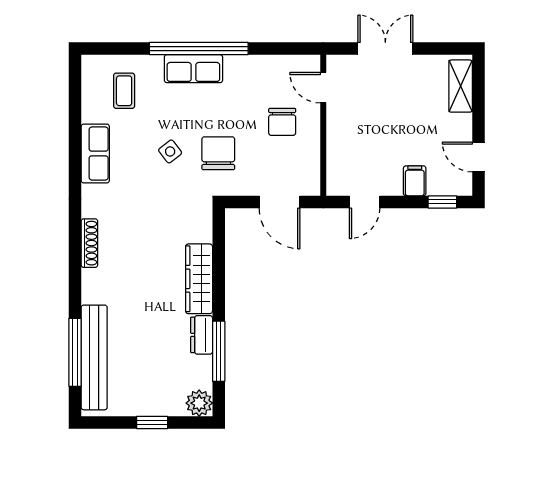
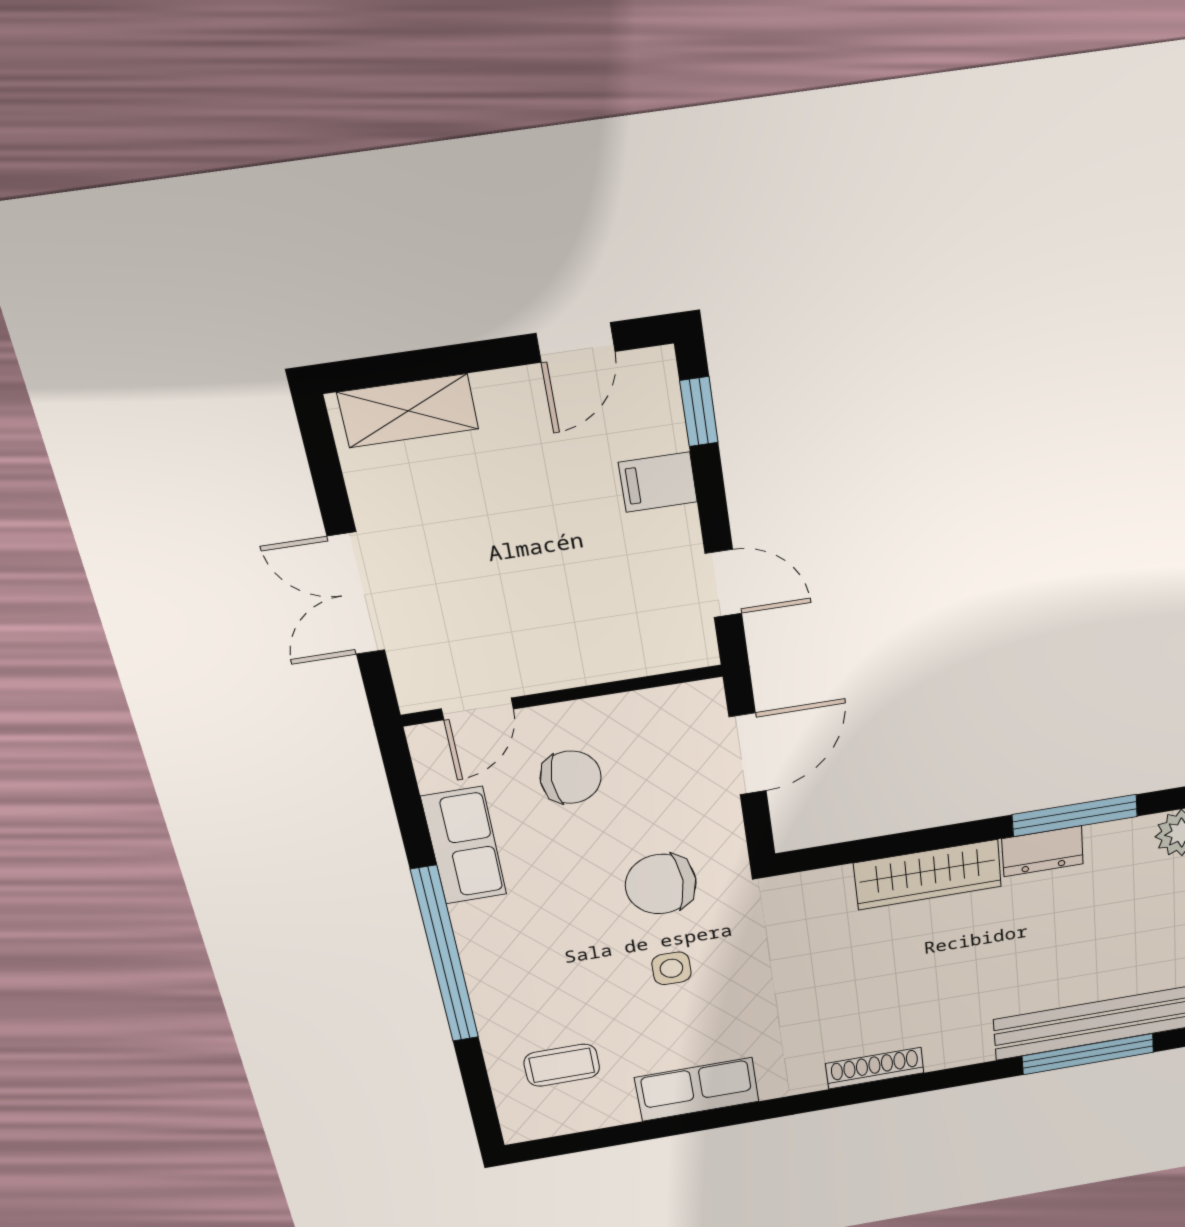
row of seats: (193, 69) -> (464, 846), moved
side table: (170, 151) -> (671, 968), turned 38

